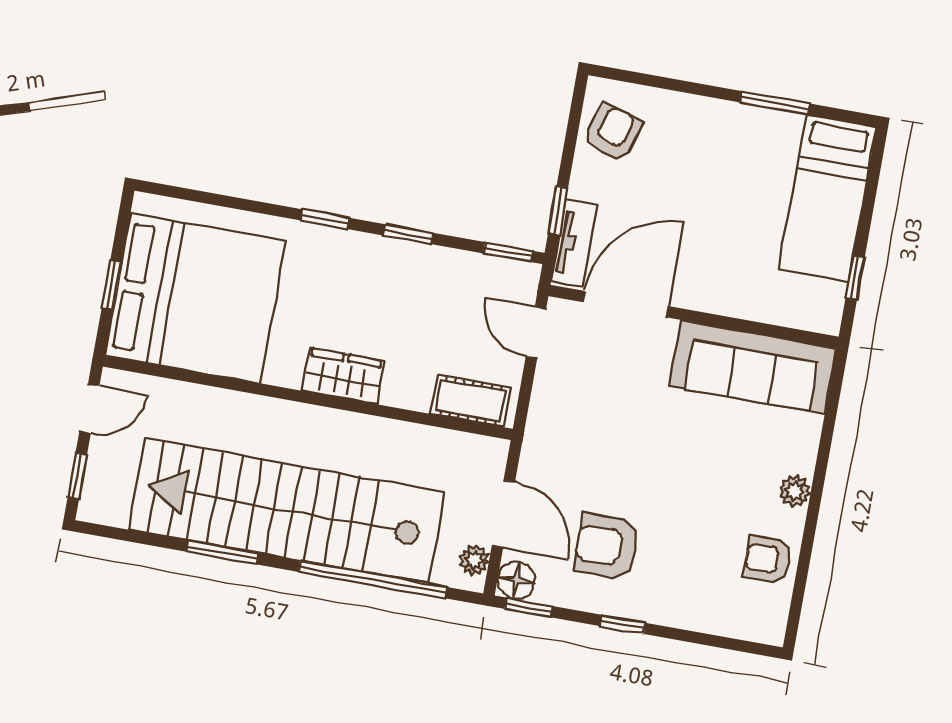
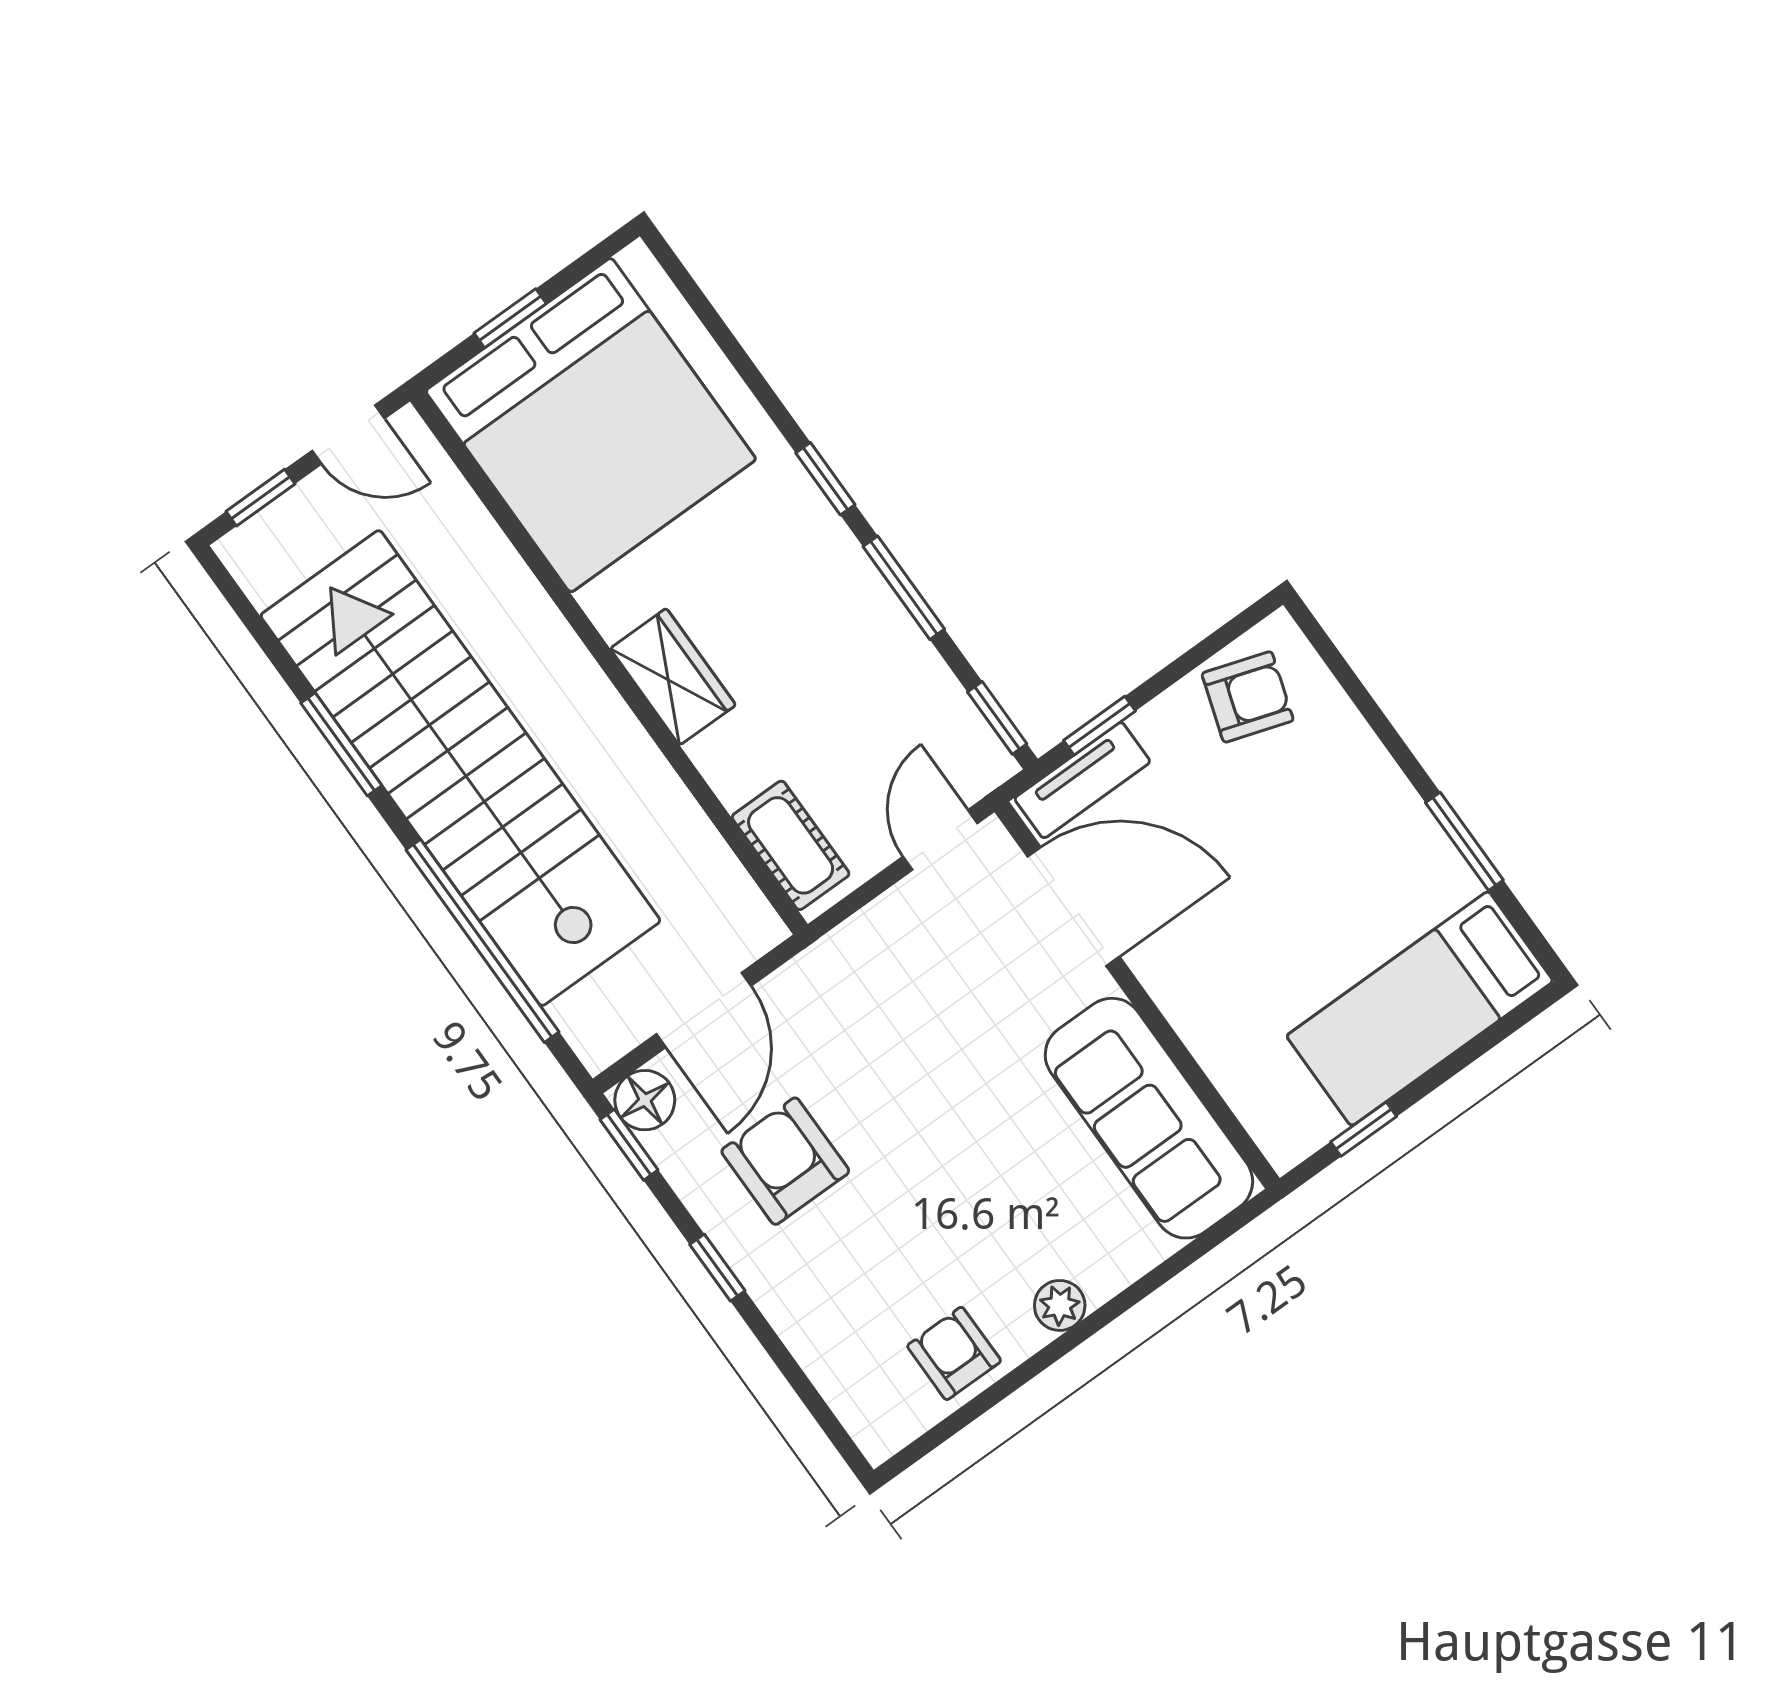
window: (409, 234) -> (904, 588), width x1.50
plant: (474, 560) -> (619, 1031), removed

